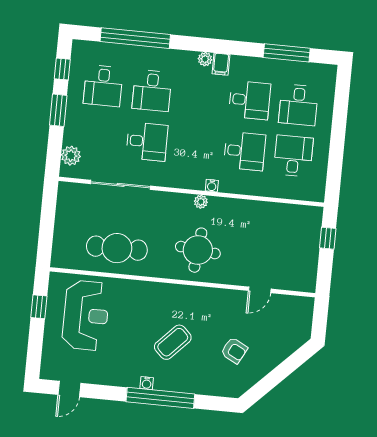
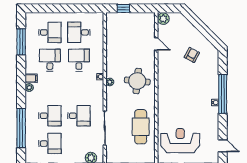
desk: (147, 142) -> (79, 116), turned 90
plant: (303, 306) -> (163, 19), added
coffee table: (173, 342) -> (191, 90), removed

